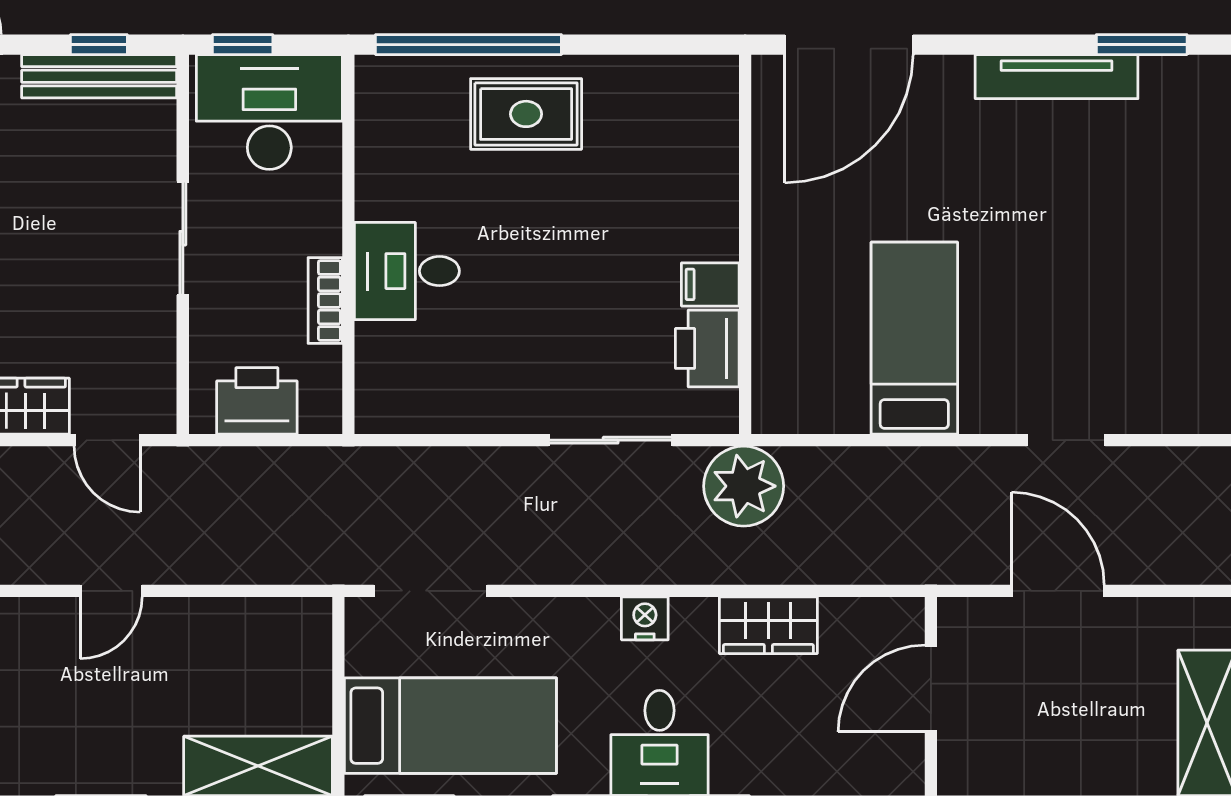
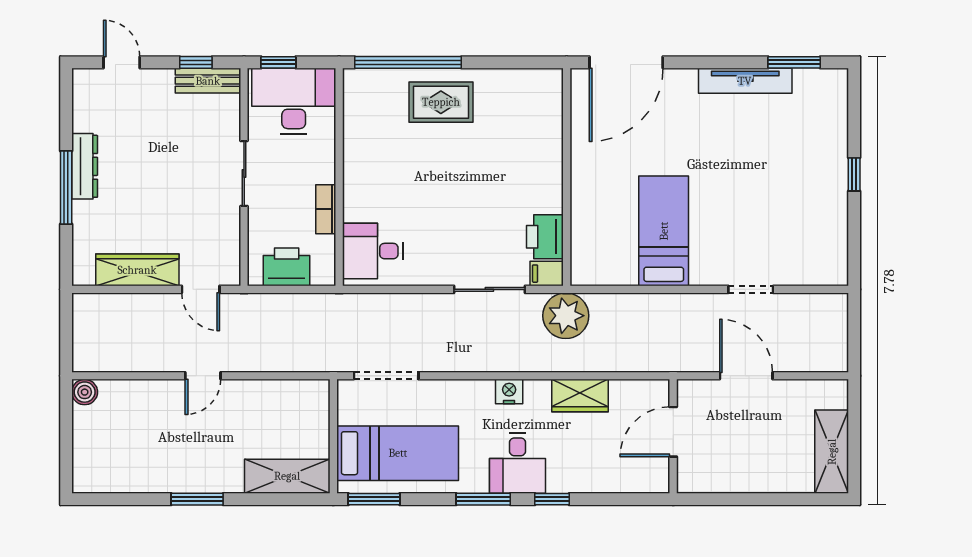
bench: (99, 76) -> (208, 81), width x0.73
desk: (407, 271) -> (373, 251), moved
filing cabinet: (710, 284) -> (547, 274), moved

